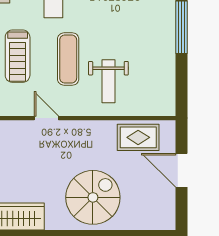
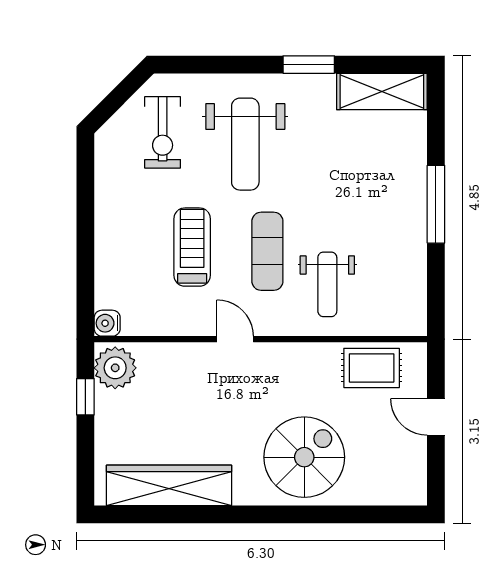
treadmill: (18, 56) -> (192, 247), turned 180
door: (181, 170) -> (436, 417), width x0.73

